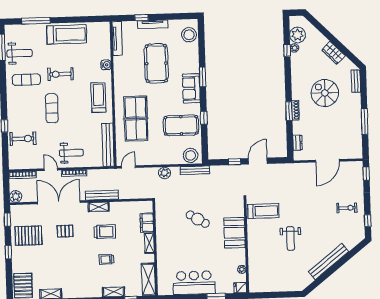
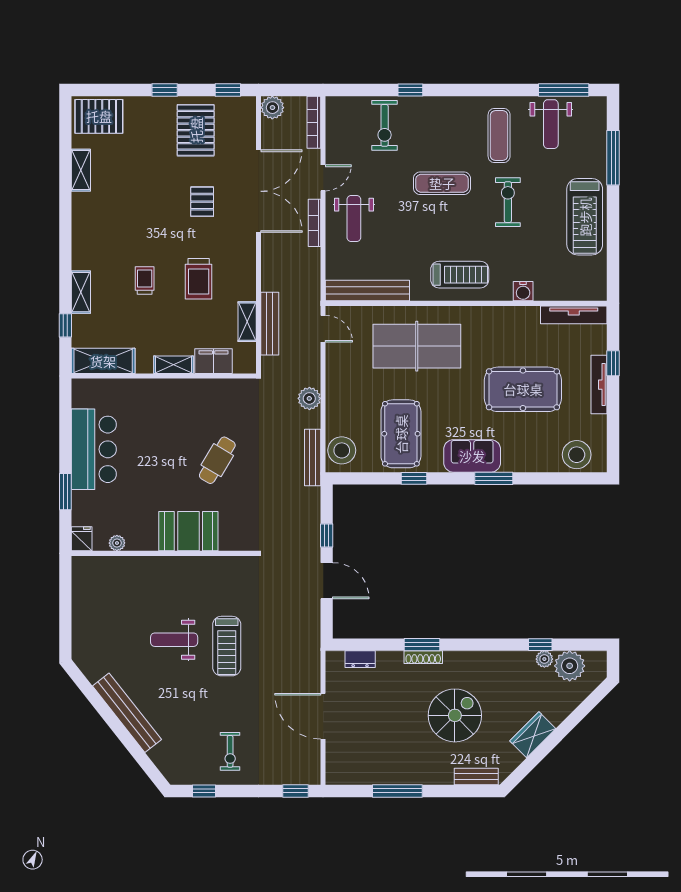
bench: (102, 195) -> (270, 324), moved
shelving: (99, 207) -> (247, 322), moved
treadmill: (263, 211) -> (227, 646), moved

